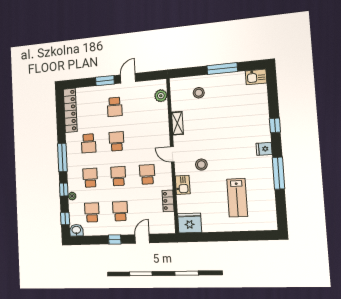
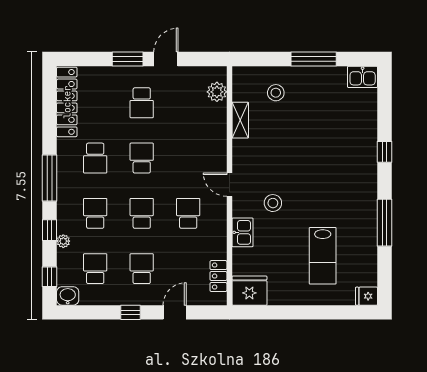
shelving: (177, 123) -> (240, 120), moved
fridge: (264, 149) -> (366, 296), moved
locker: (168, 201) -> (218, 276), moved

